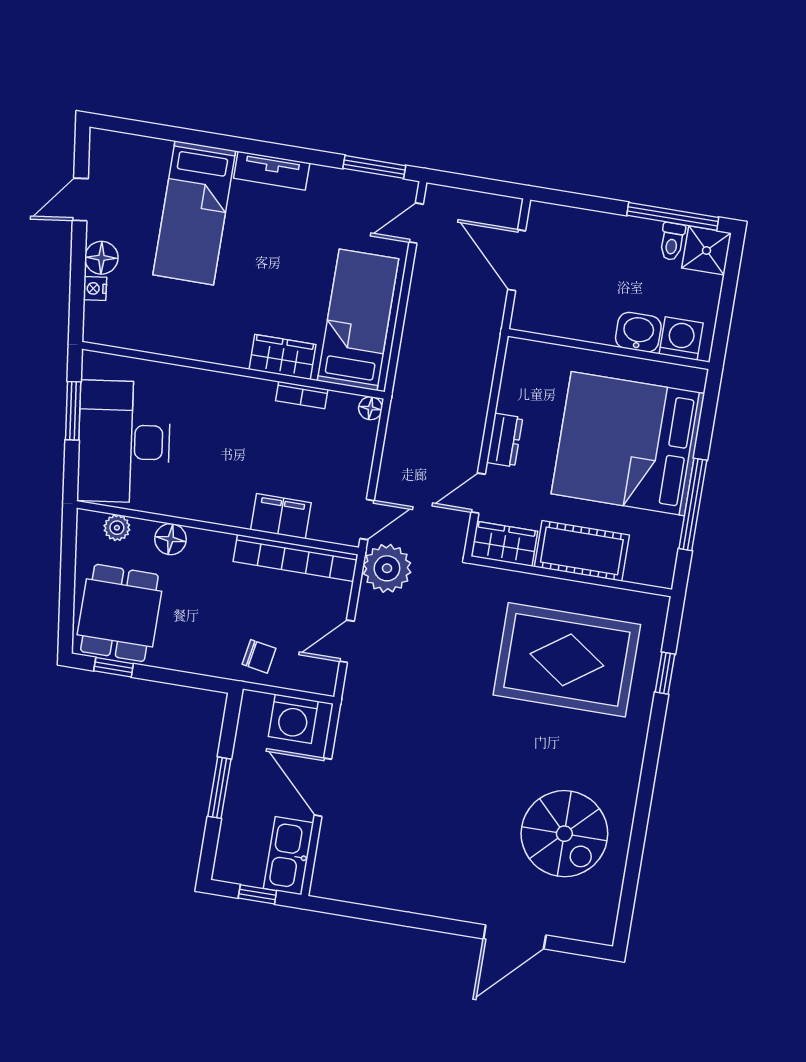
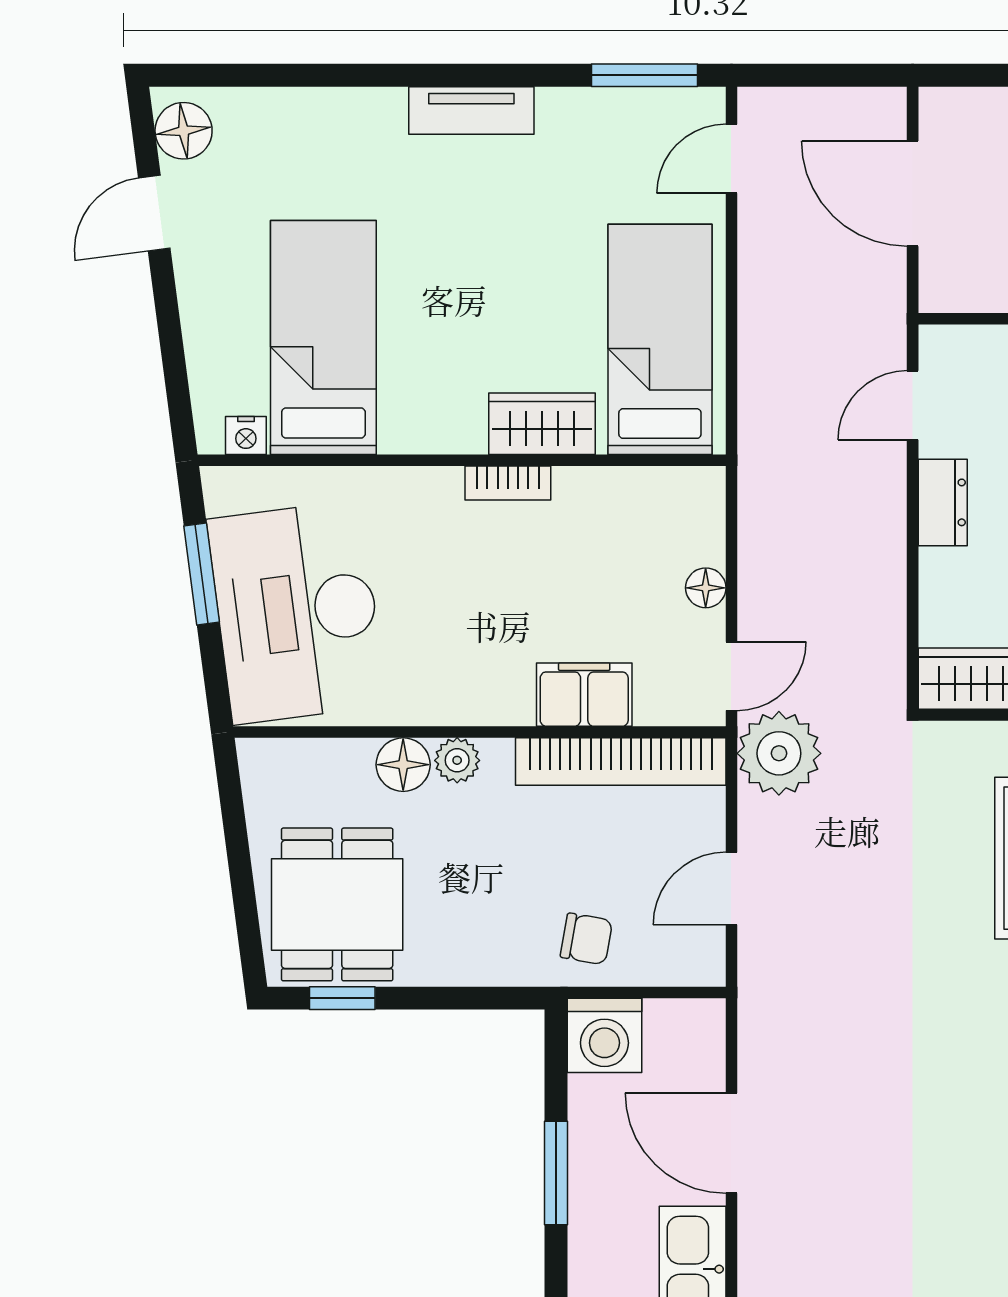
bed: (194, 213) -> (323, 337), moved, turned 180
floor lamp: (101, 258) -> (184, 131), moved
nightstand: (95, 288) -> (246, 435), moved, turned -83
bookcase: (302, 395) -> (508, 483), moved
floor lamp: (370, 408) -> (706, 588), moved
door: (478, 493) -> (913, 405), moved
plant: (117, 528) -> (457, 760), moved
washing machine: (293, 719) -> (604, 1035), moved

